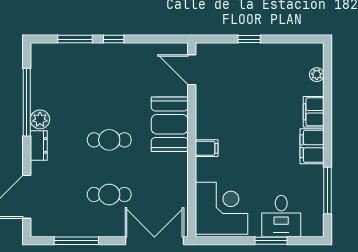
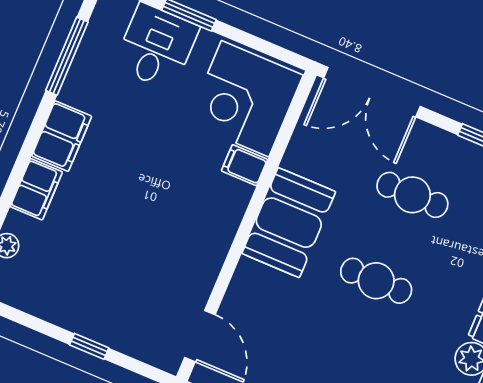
booth: (170, 124) -> (289, 223), moved
filing cabinet: (207, 148) -> (244, 165), moved

